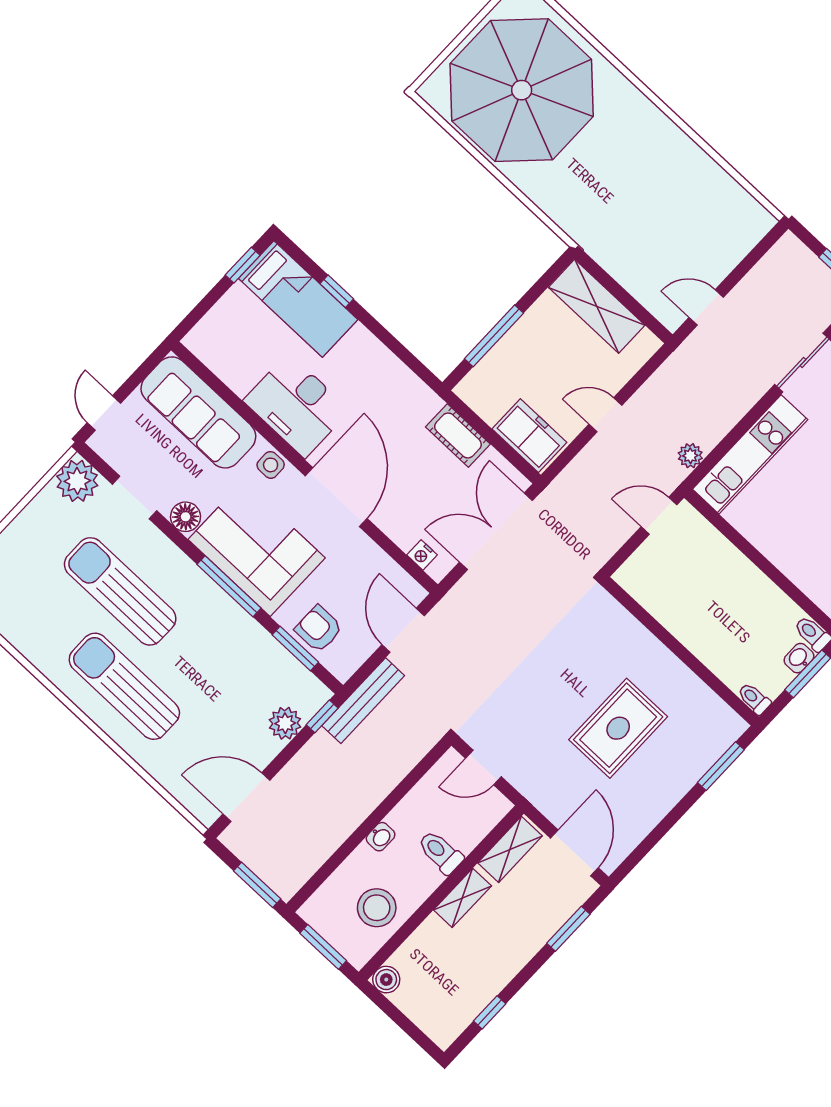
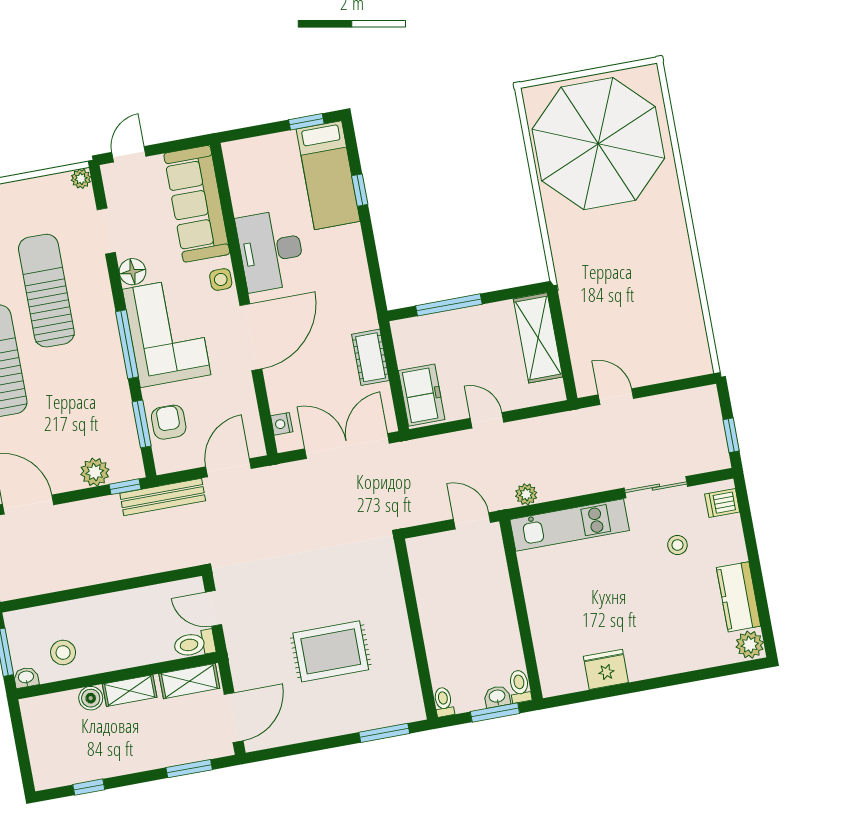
plant: (77, 481) -> (81, 179), width x0.53, depth x0.53
washbasin: (381, 837) -> (26, 677), moved, turned 180
toilet: (440, 852) -> (194, 644), moved, turned -90
stool: (377, 908) -> (63, 652), width x0.73, depth x0.73
boiler: (386, 980) -> (91, 698), moved

